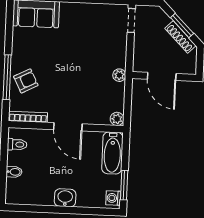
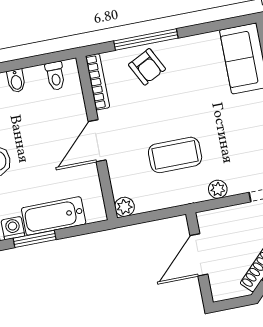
plant: (119, 75) -> (218, 189), moved
coffee table: (90, 76) -> (175, 155), added
bathtub: (112, 153) -> (54, 216), moved

